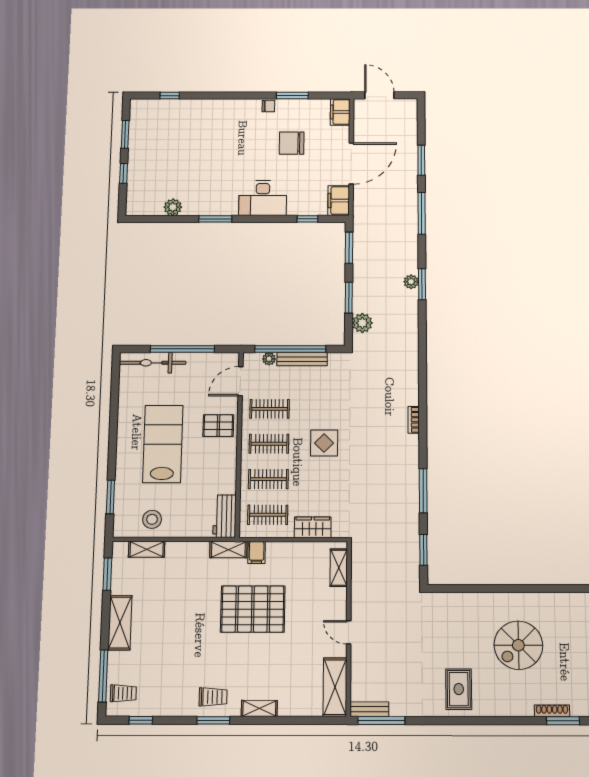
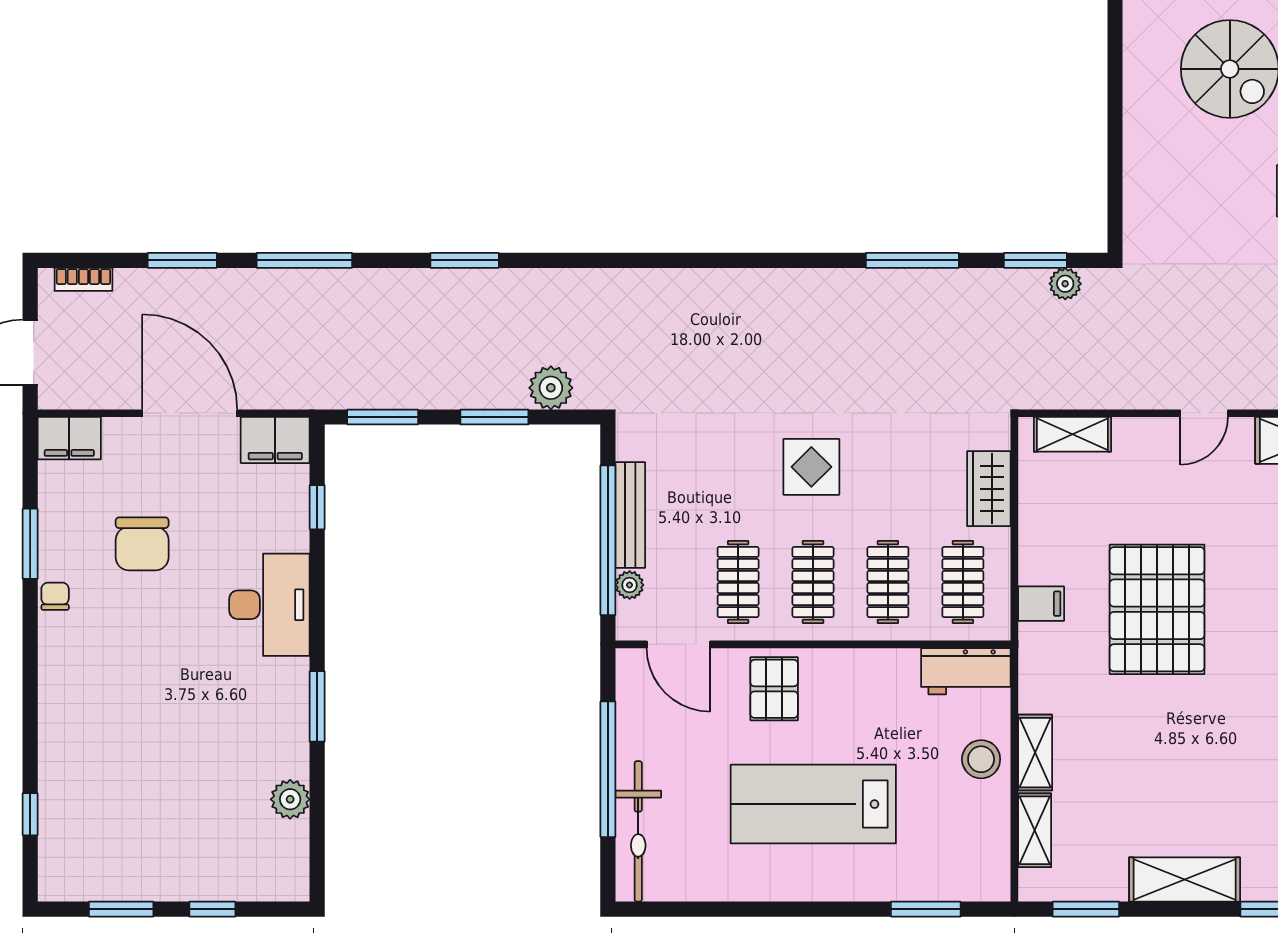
plant: (411, 282) -> (1065, 284), moved
bookcase: (414, 420) -> (83, 279), moved
stool: (152, 519) -> (981, 759), moved
shelving: (228, 550) -> (1035, 753), moved

